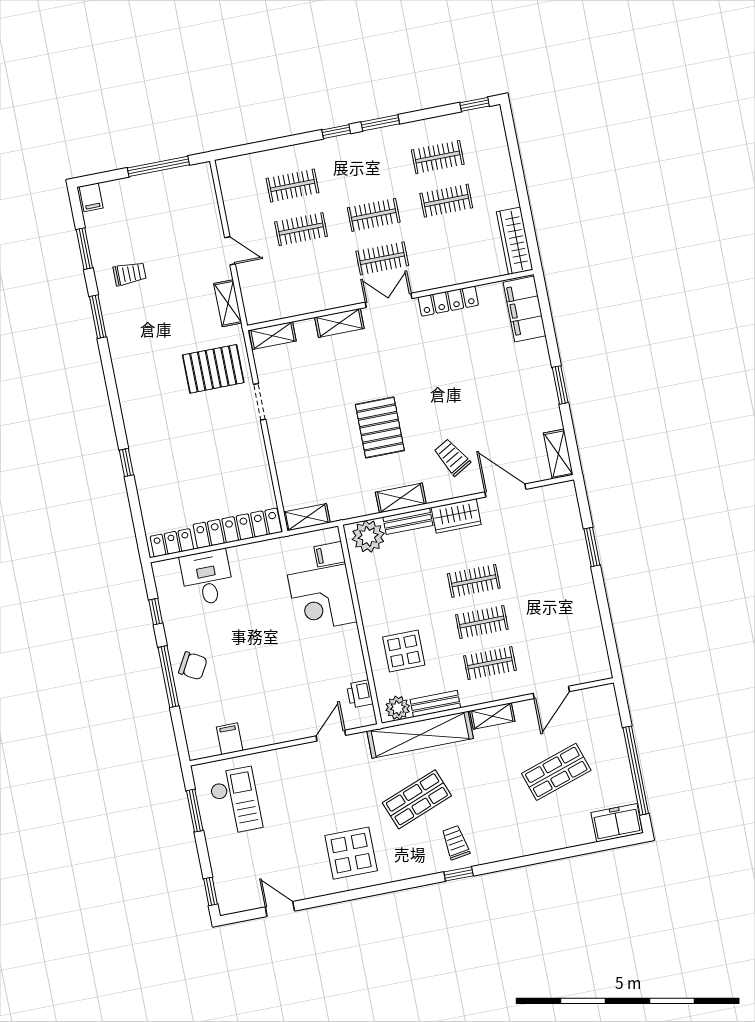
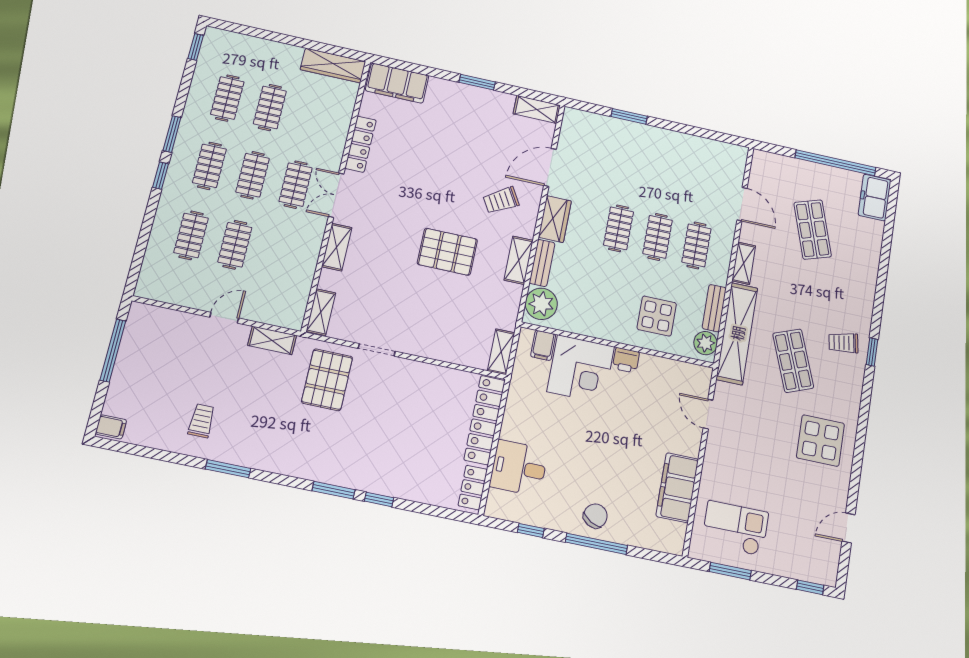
clothes rail: (365, 171) -> (209, 166), added
window: (84, 249) -> (333, 490), moved
printer: (360, 694) -> (626, 360), moved
filing cabinet: (230, 739) -> (677, 488), width x3.00, depth x1.17

